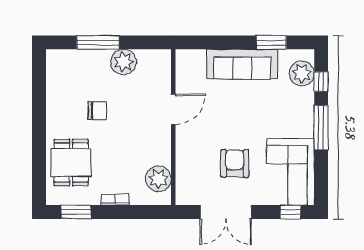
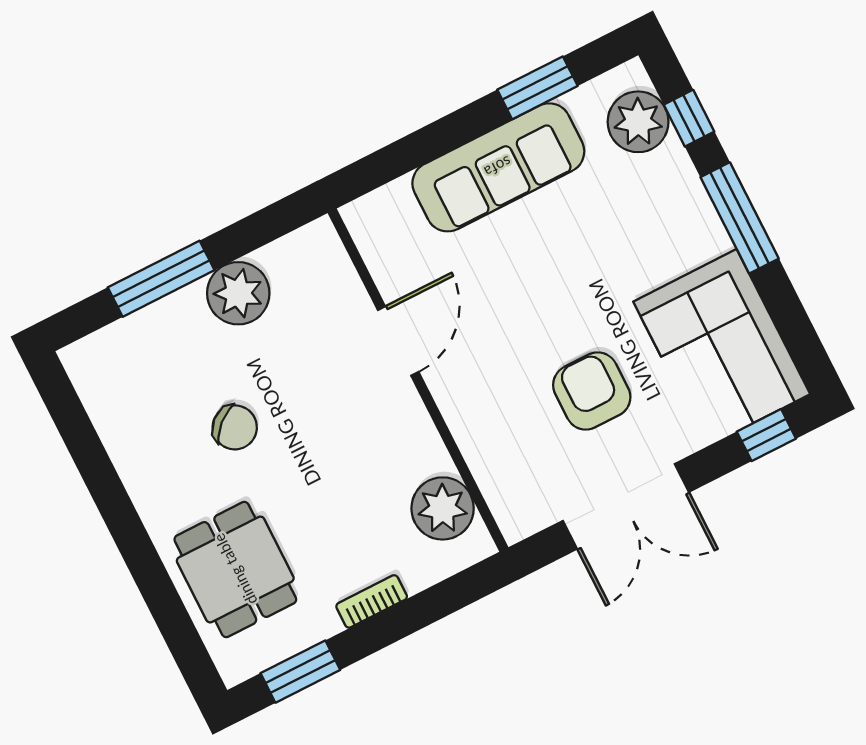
chair: (97, 110) -> (235, 427), turned 48

